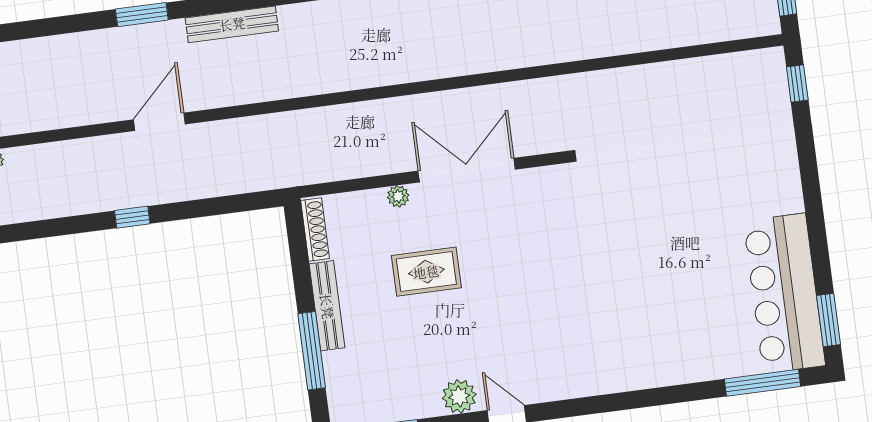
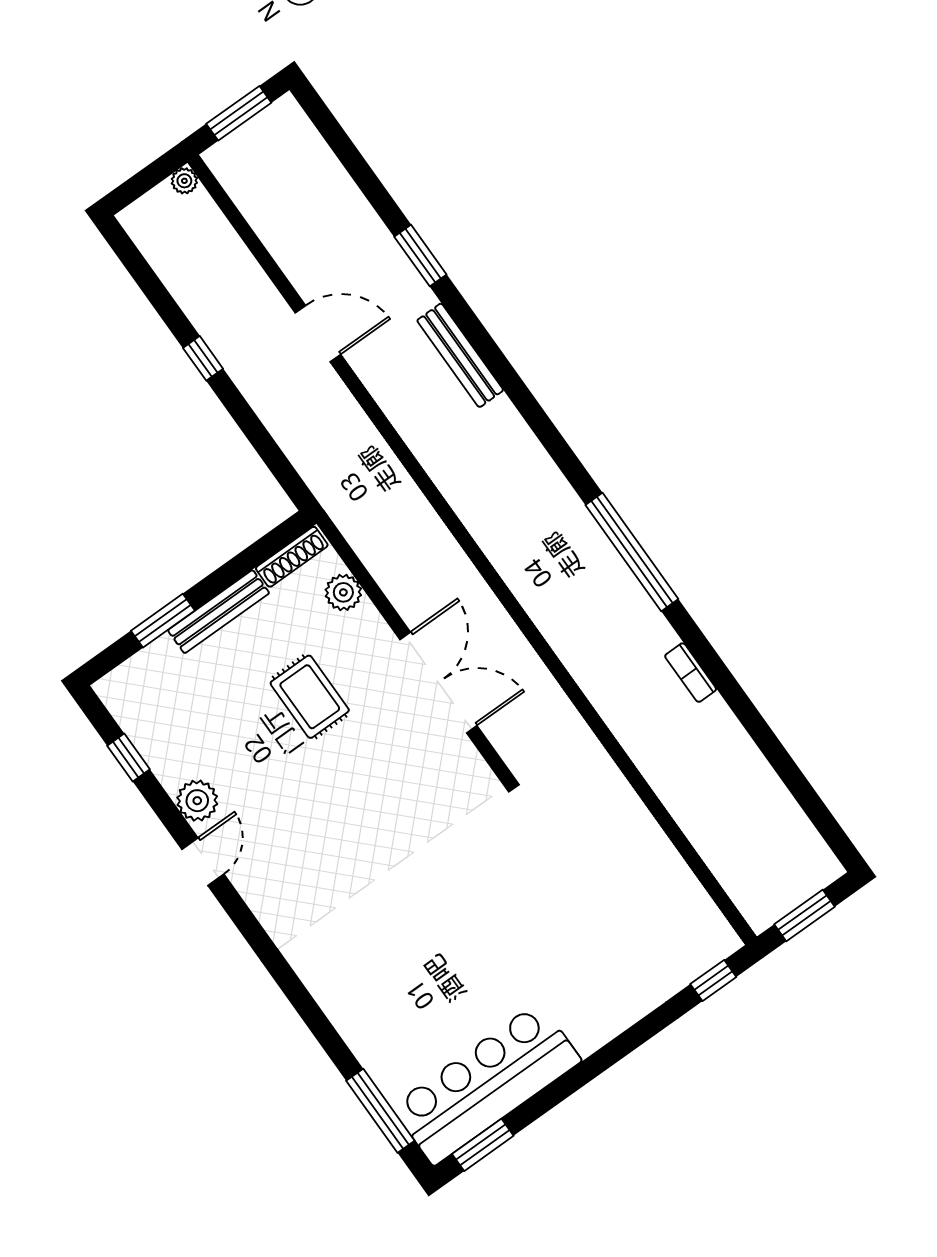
plant: (398, 196) -> (343, 592), moved, width x1.38, depth x1.38
window: (312, 351) -> (163, 621), width x0.69

